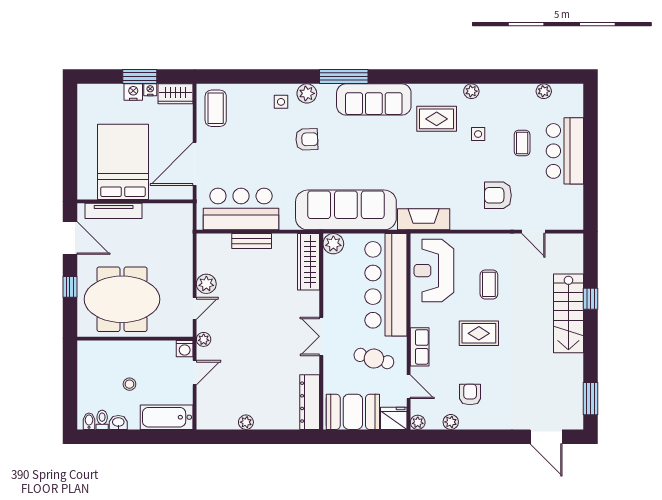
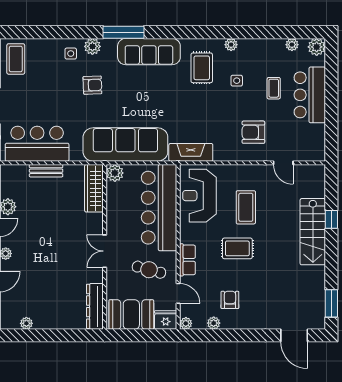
plant: (573, 94) -> (317, 47), added
rug: (437, 119) -> (202, 68), turned 90
coffee table: (489, 284) -> (246, 207), width x1.36, depth x1.30
plant: (246, 422) -> (26, 323), moved

